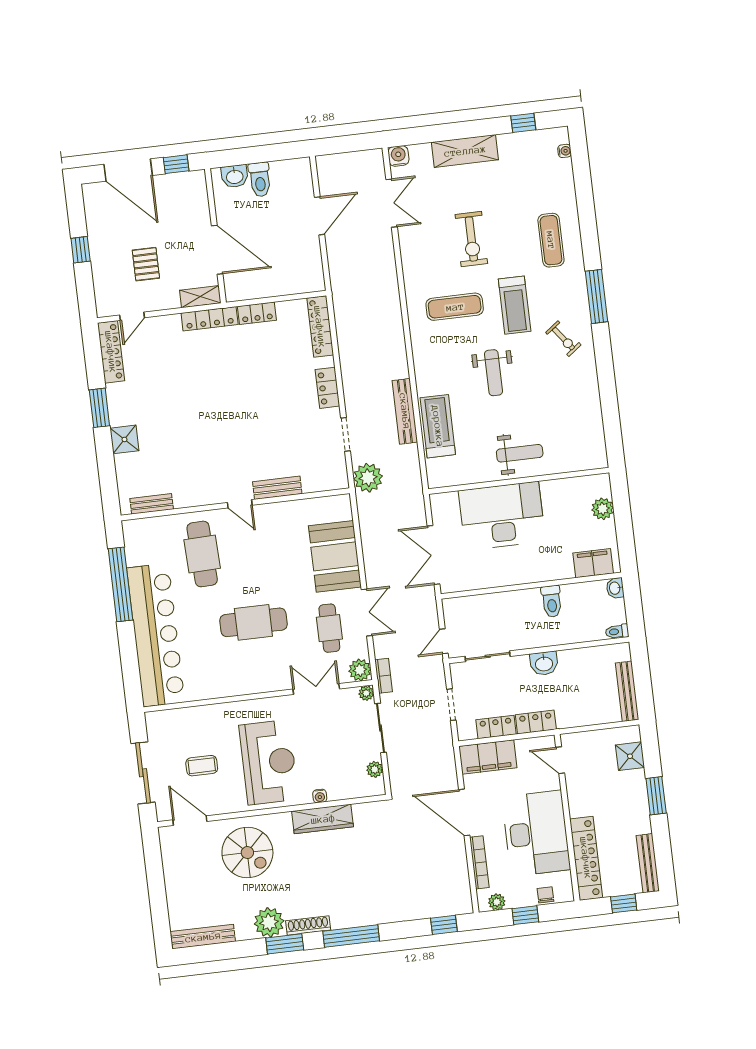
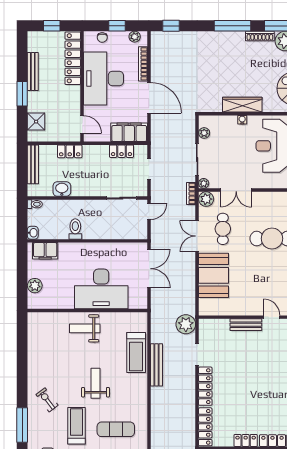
locker: (327, 388) -> (205, 386), width x1.53
washbasin: (544, 663) -> (62, 189), moved
locker: (536, 722) -> (70, 151), moved
bench: (648, 863) -> (33, 72), moved

